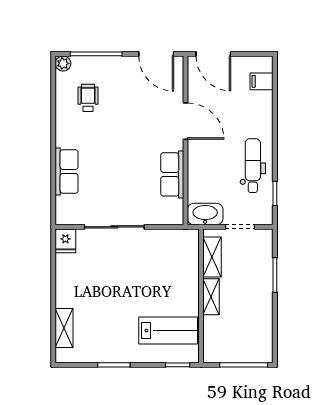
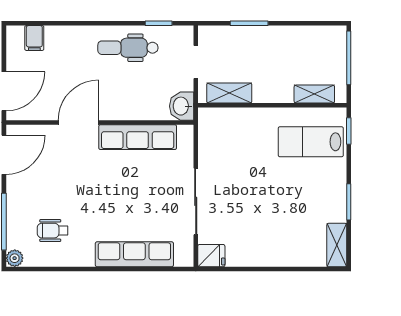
row of seats: (67, 172) -> (134, 254), width x1.48
row of seats: (172, 174) -> (138, 137), width x1.48
washbasin: (205, 214) -> (182, 106), width x0.72
shelving: (211, 297) -> (314, 94), moved
shelving: (64, 328) -> (337, 245), moved, turned 90
lab bench: (168, 331) -> (311, 142), turned -90

